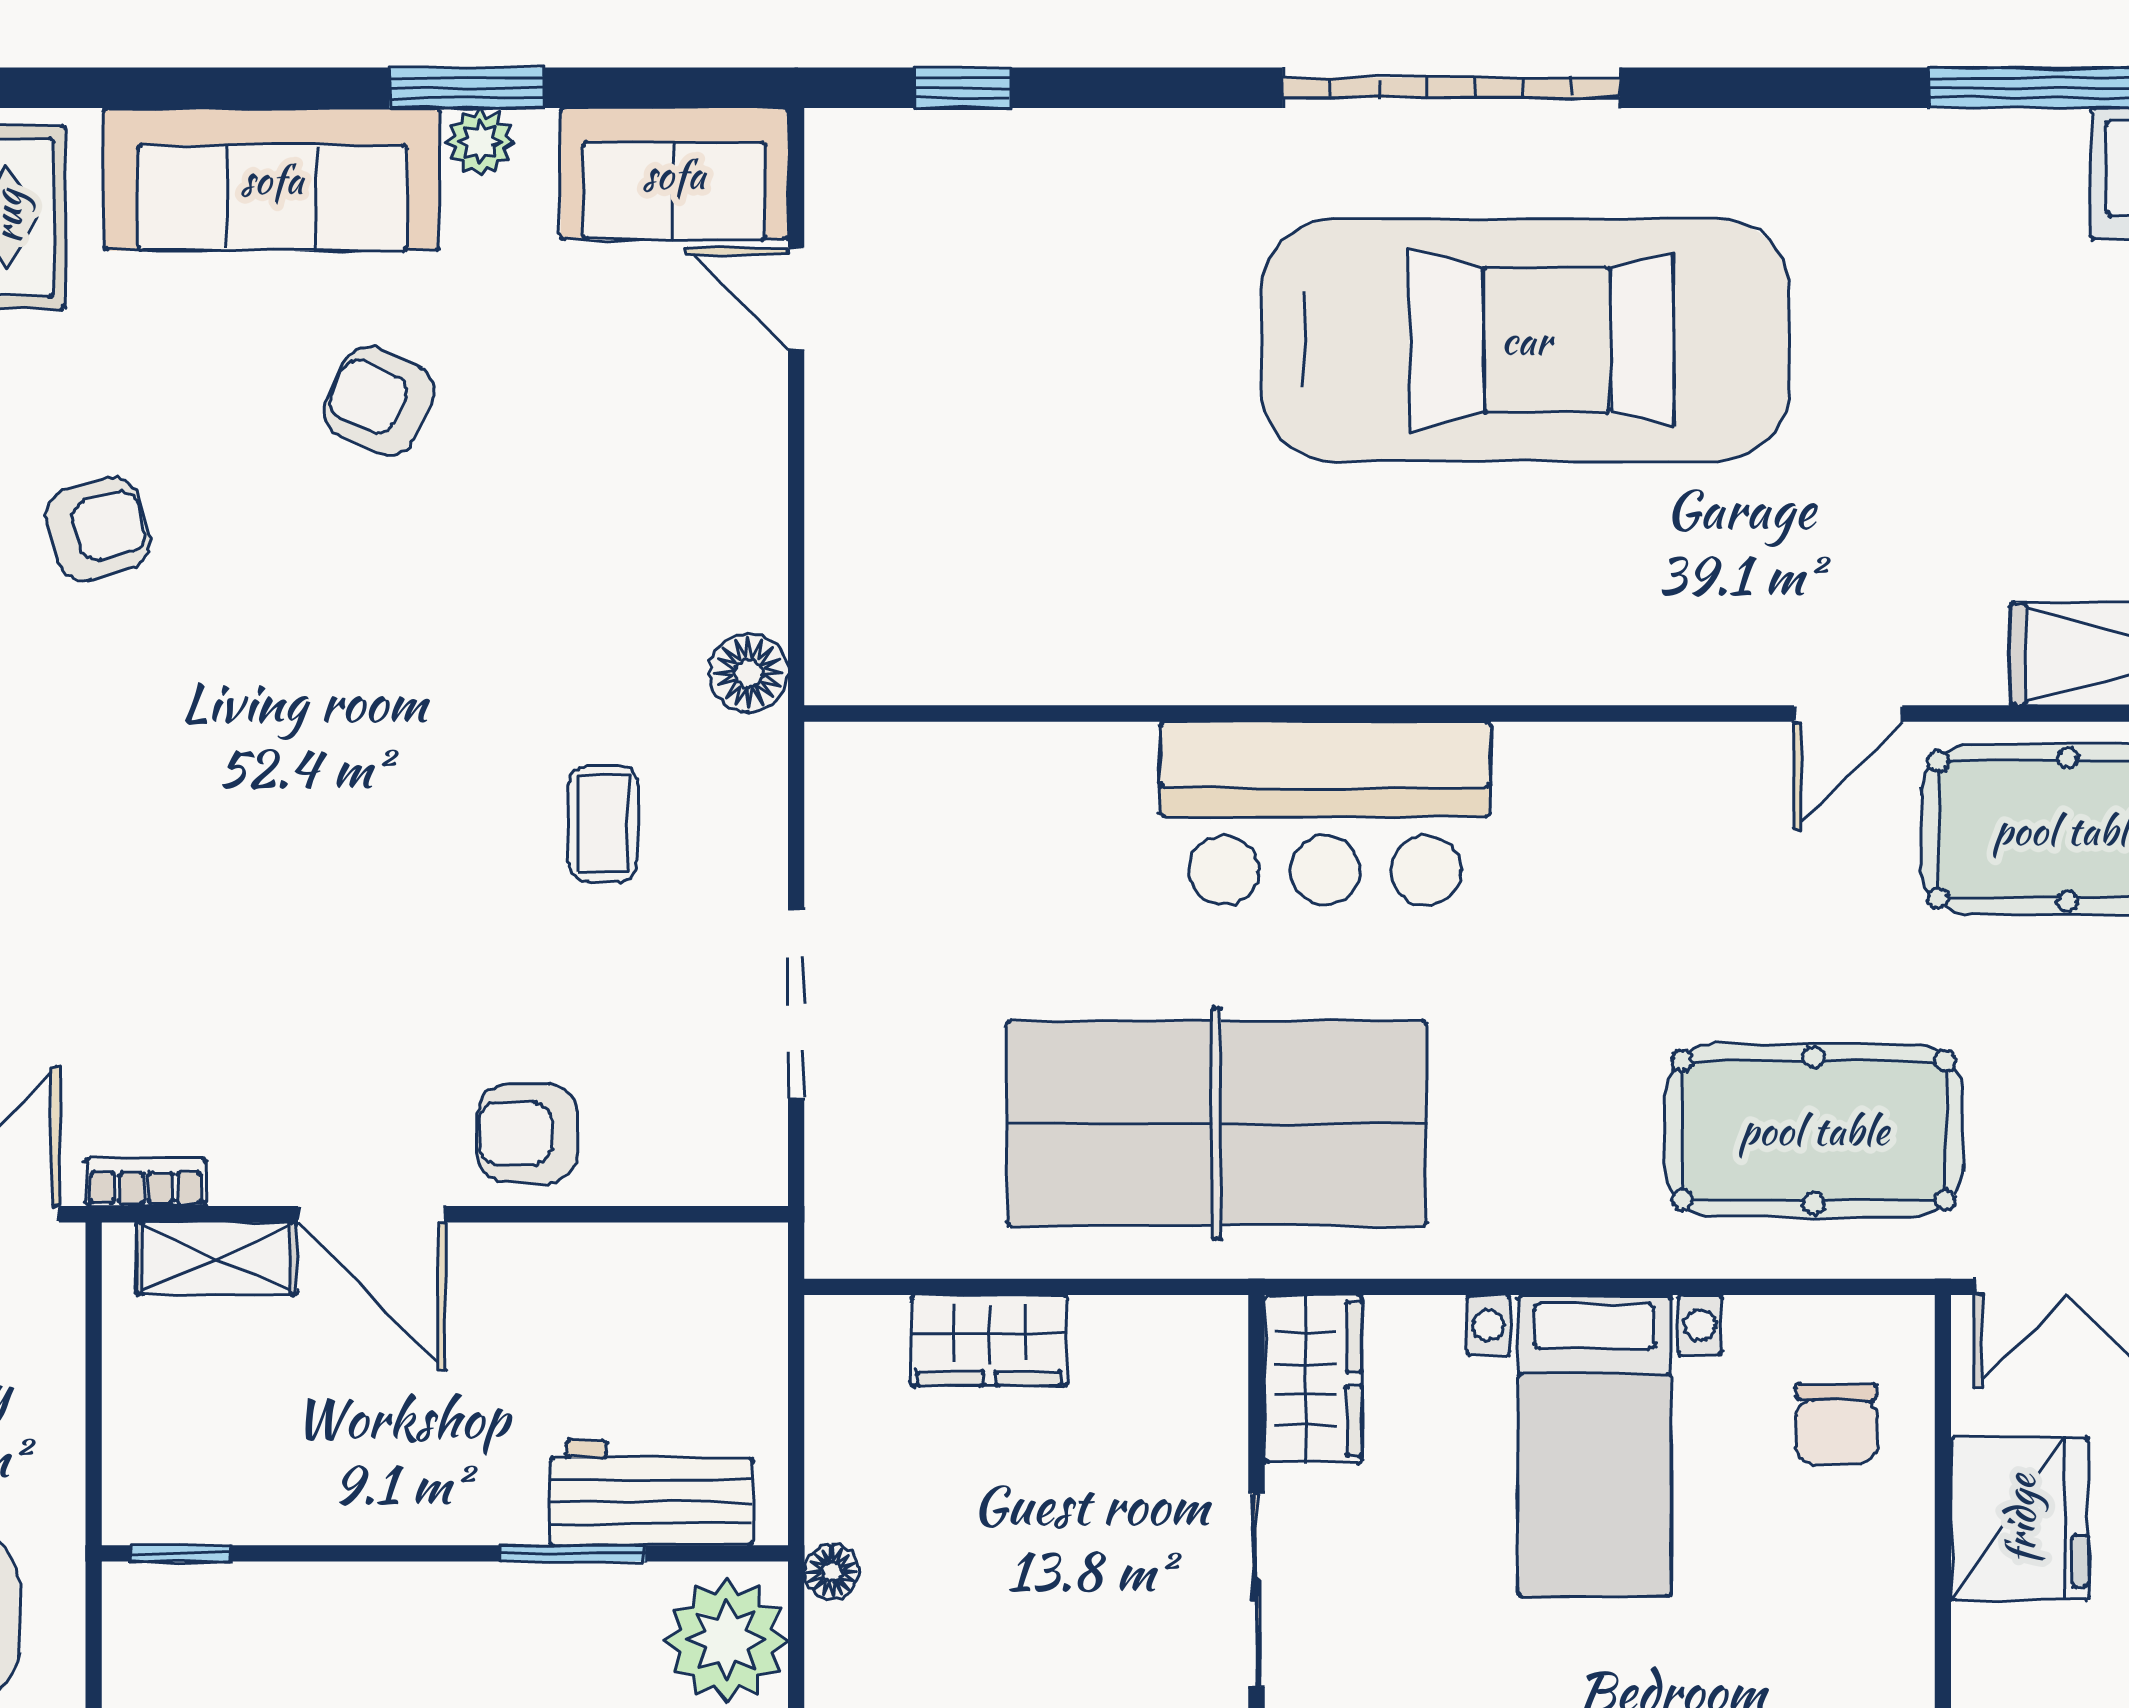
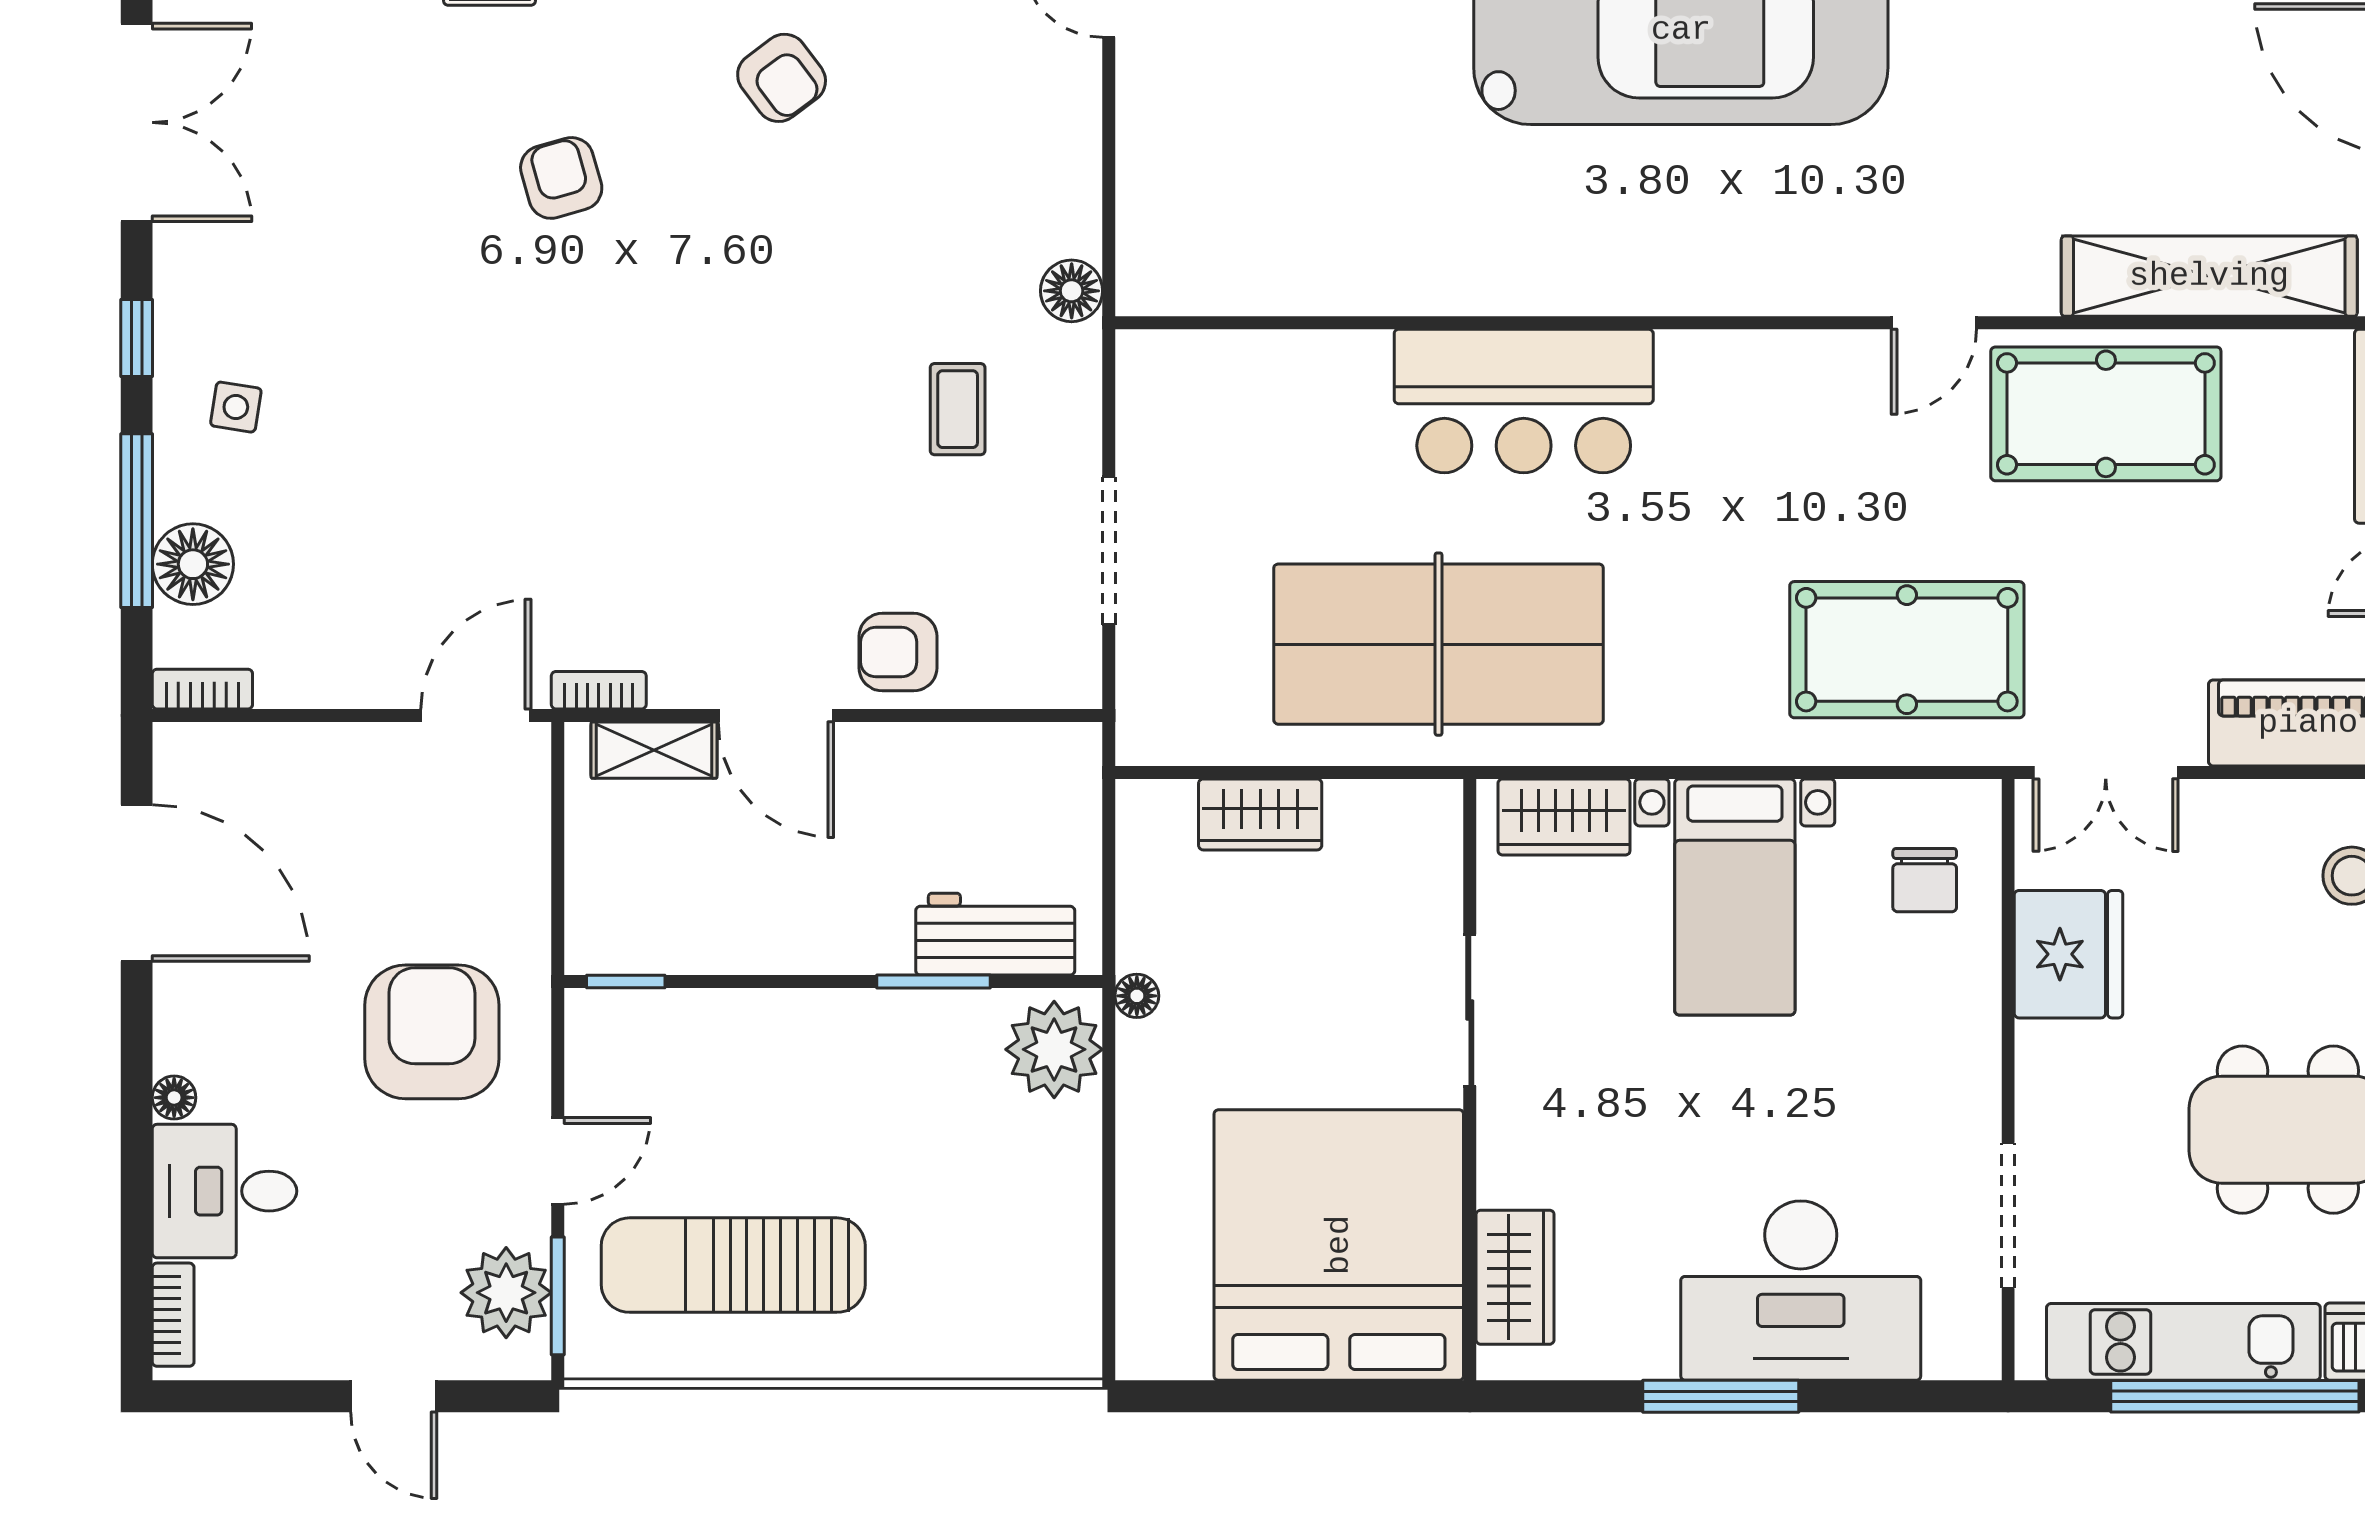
armchair: (379, 401) -> (782, 78), turned -152
armchair: (98, 529) -> (561, 178), turned -91
wardrobe: (1313, 1379) -> (1564, 817), moved, turned 90

